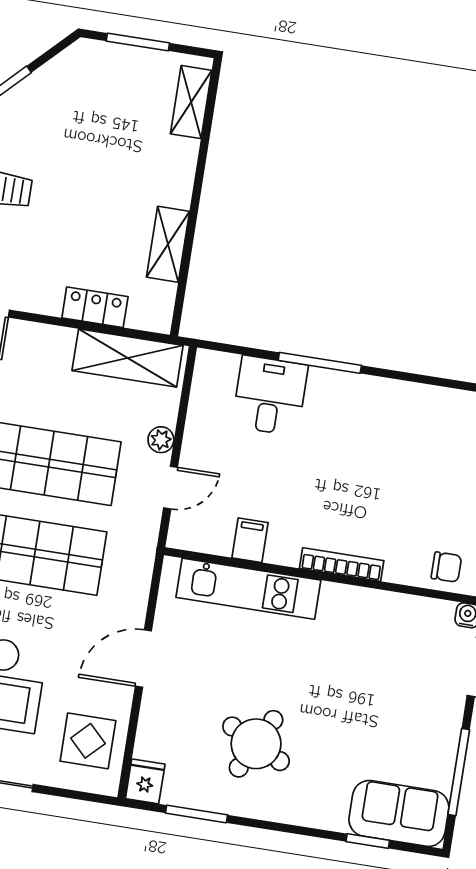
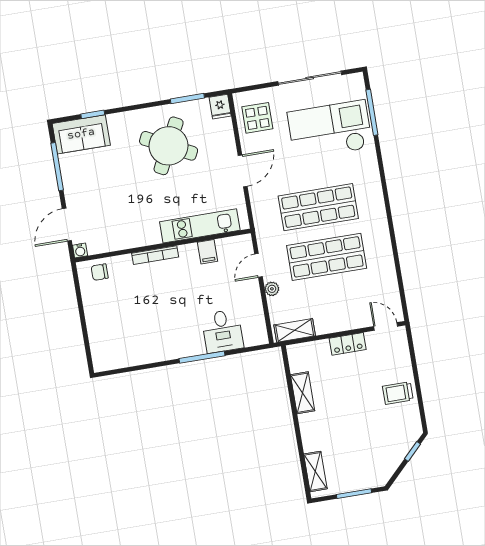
locker: (95, 307) -> (348, 344), moved
shelving: (128, 358) -> (295, 330), width x0.67, depth x0.75
round table: (256, 744) -> (169, 146), width x1.36, depth x1.36

